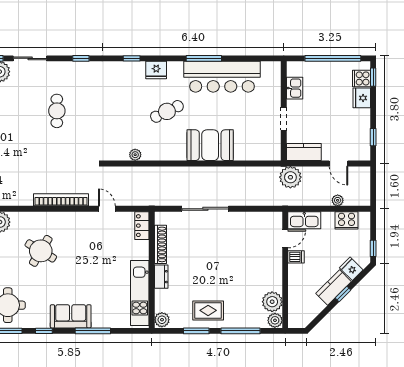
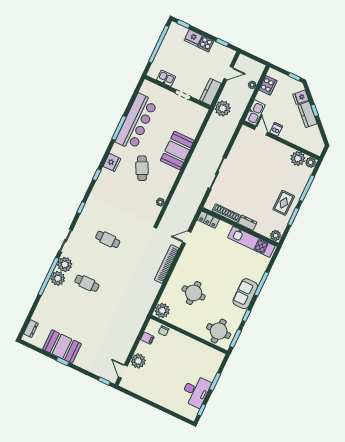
cooker: (362, 78) -> (206, 44), moved
round table: (41, 251) -> (194, 293), turned -31

